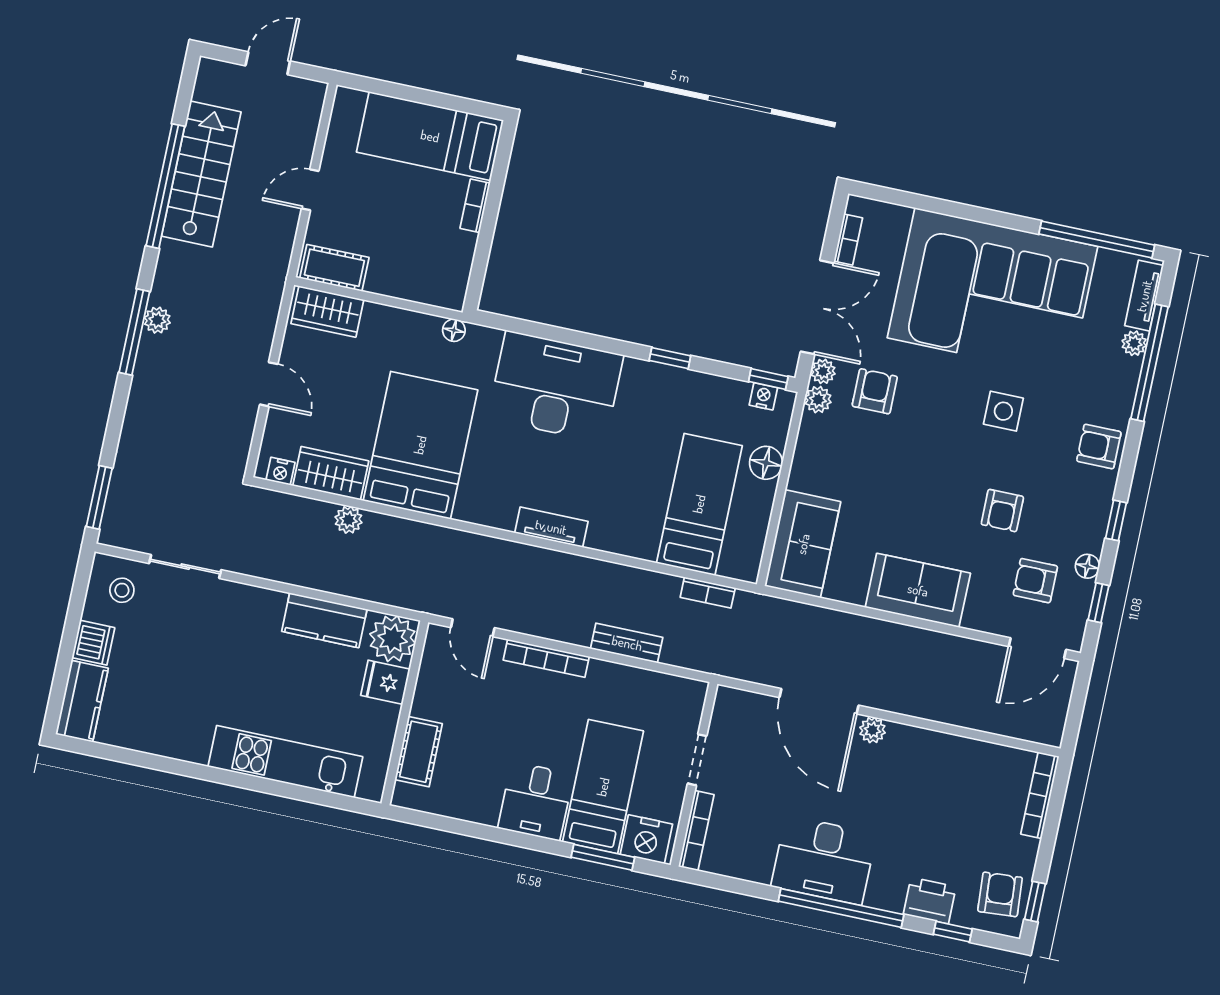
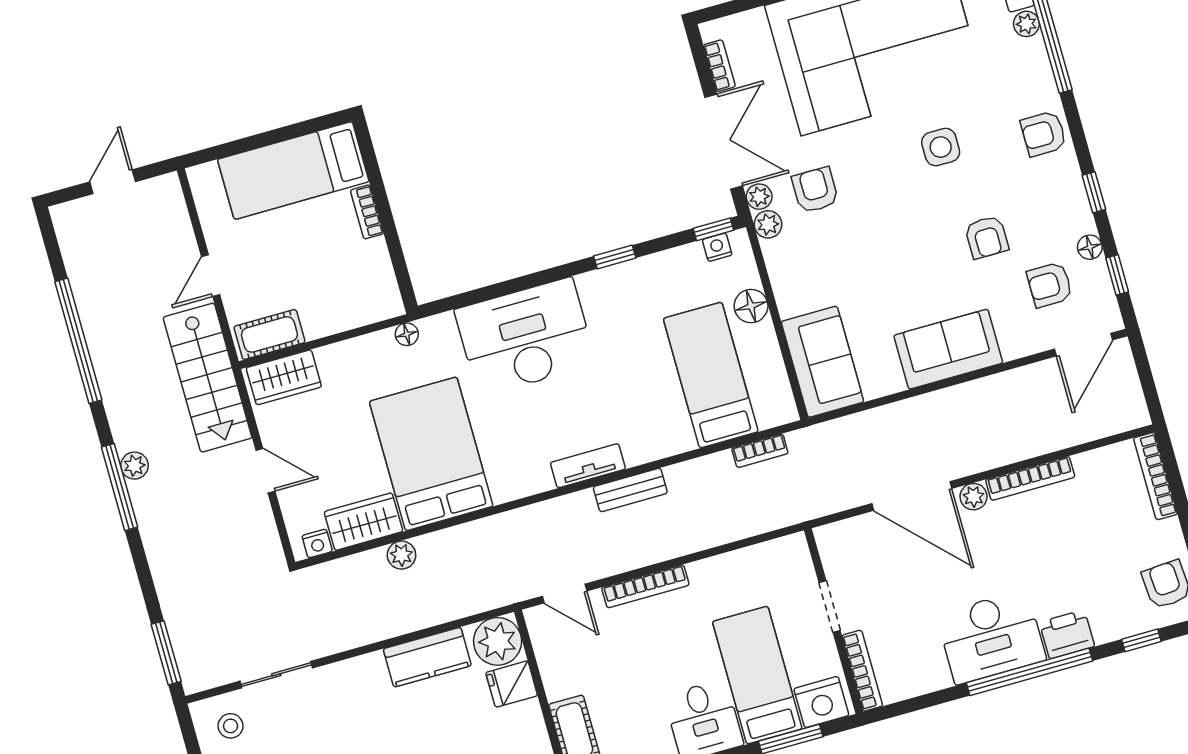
stairs: (201, 174) -> (208, 378), moved, turned 180
bench: (627, 643) -> (630, 490), moved
bookcase: (930, 740) -> (1030, 478), added
printer: (930, 901) -> (1067, 634), moved

